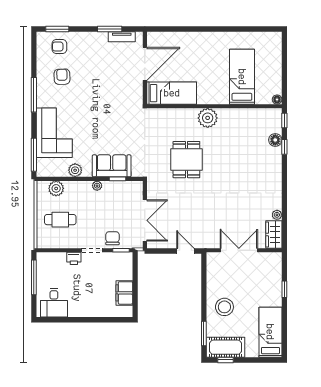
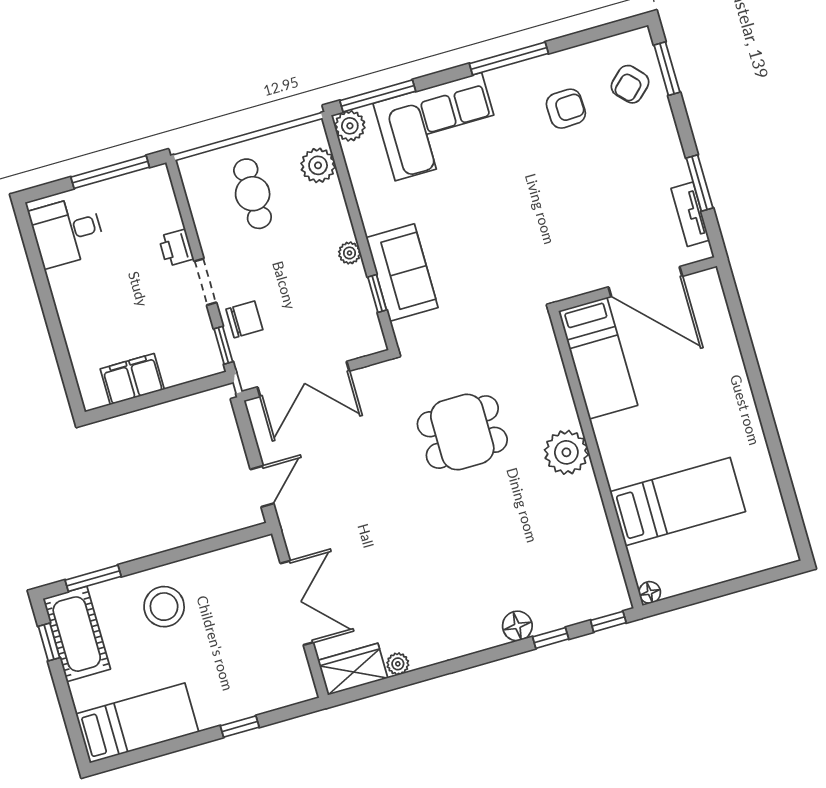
armchair: (59, 47) -> (630, 84), turned -133
floor lamp: (275, 140) -> (517, 626), moved
plant: (75, 170) -> (350, 126), moved

